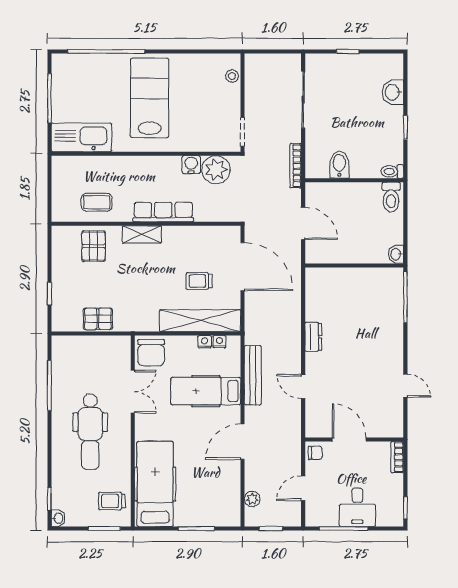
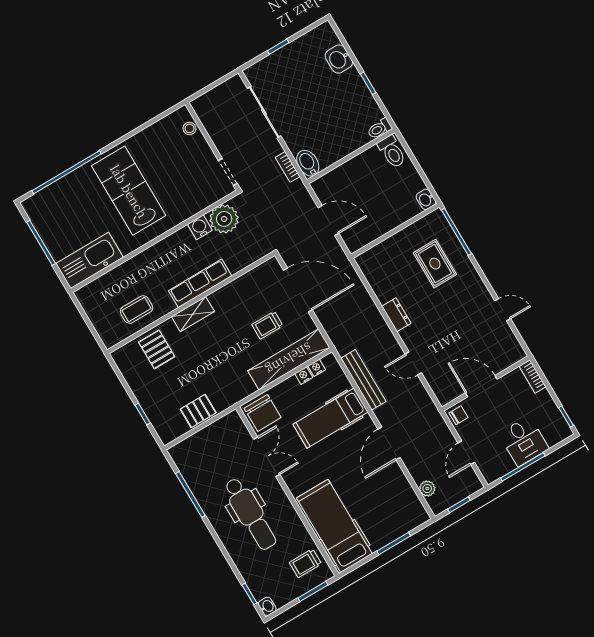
bidet: (339, 165) -> (308, 163), moved
bookcase: (295, 166) -> (288, 167), width x0.64
rug: (371, 313) -> (435, 264), added

